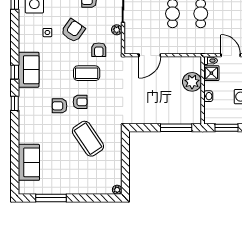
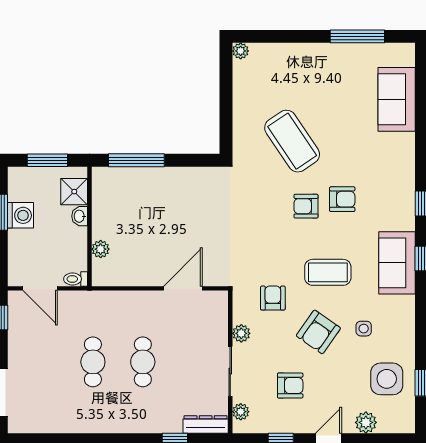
coffee table: (87, 73) -> (328, 272), moved
shower: (211, 73) -> (74, 192), moved
plant: (192, 82) -> (101, 249), width x0.53, depth x0.53

